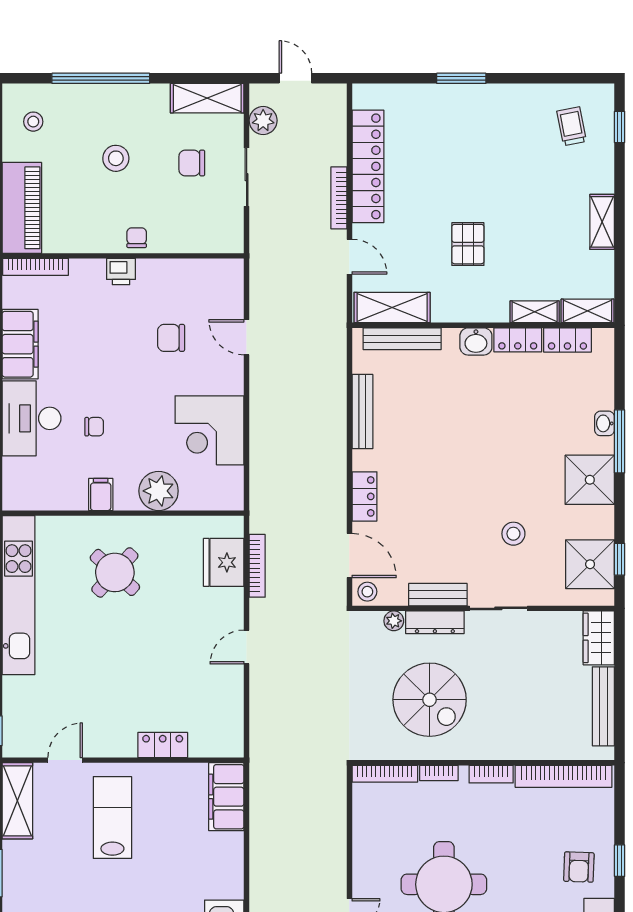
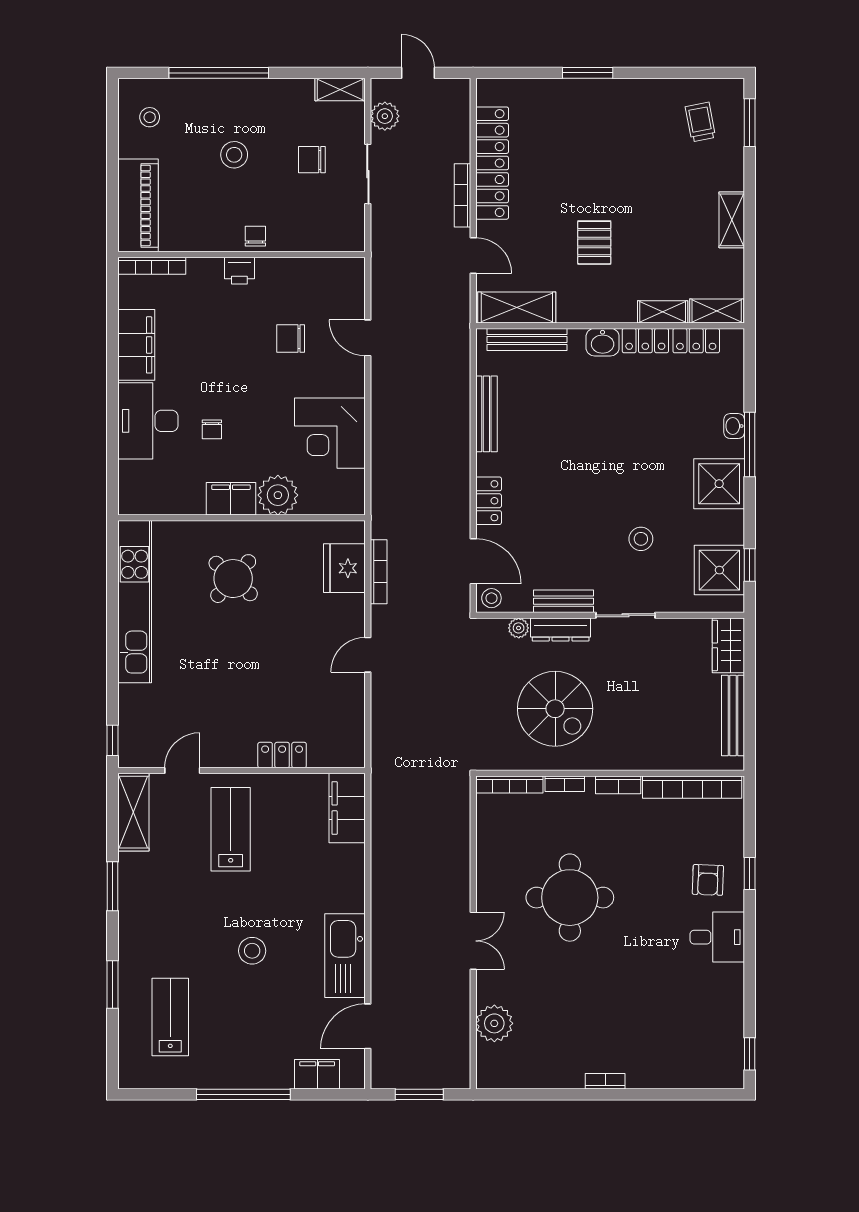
shelving: (207, 98) -> (340, 90), width x0.67, depth x0.75
window: (620, 127) -> (750, 123), width x1.50
chair: (94, 427) -> (212, 429), turned 90
filing cabinet: (101, 494) -> (231, 499), width x2.00

